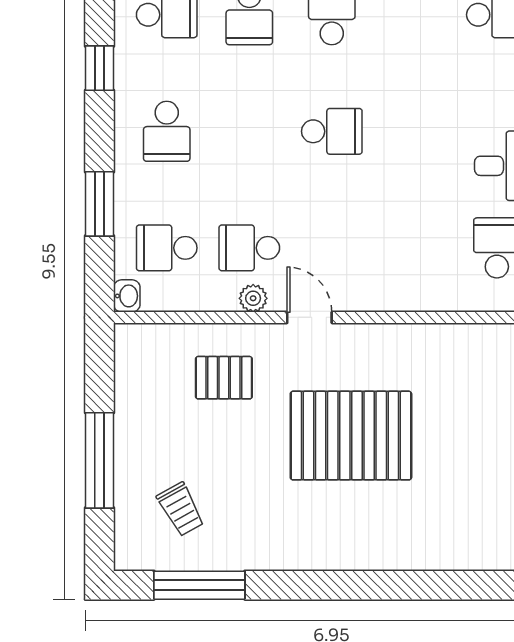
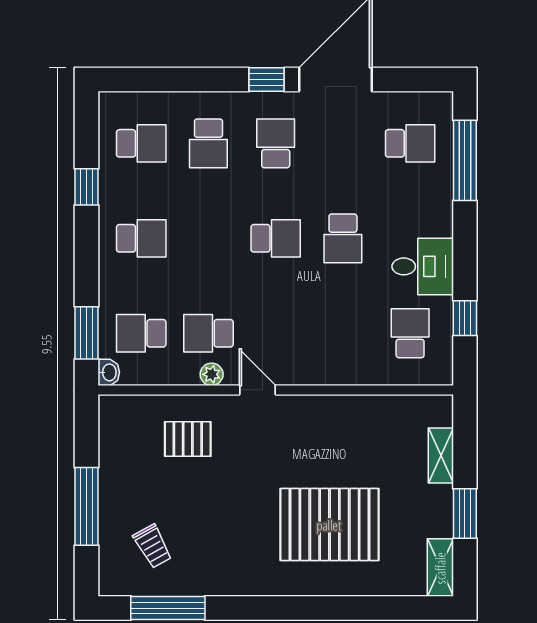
school desk: (167, 131) -> (141, 238), turned -90
school desk: (414, 131) -> (343, 238), added
window: (100, 204) -> (86, 333), moved
pallet: (351, 436) -> (329, 525), moved

